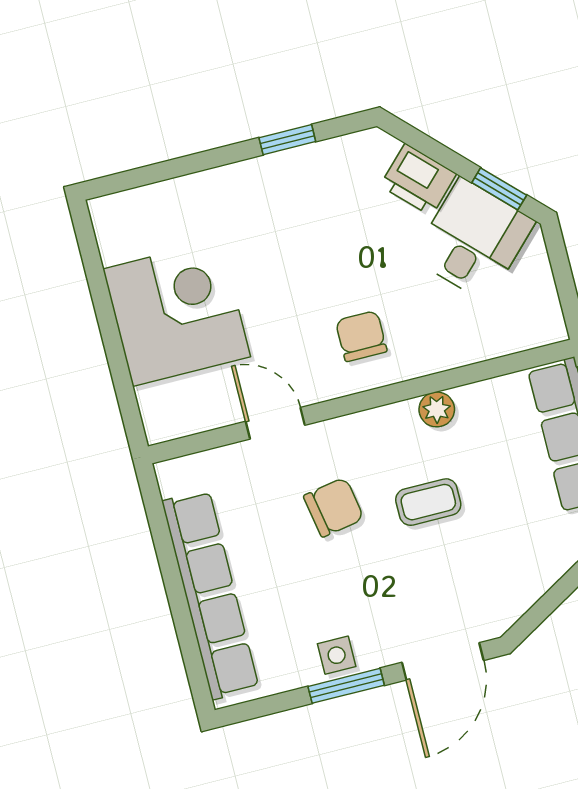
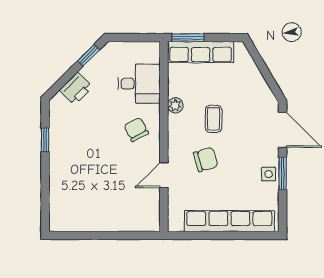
desk: (474, 240) -> (139, 84), moved, turned 135
corner desk: (177, 313) -> (106, 205), removed
chair: (361, 336) -> (136, 129), turned 62
chair: (334, 507) -> (206, 159), turned 84

